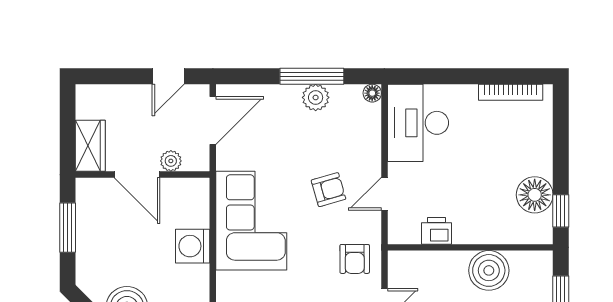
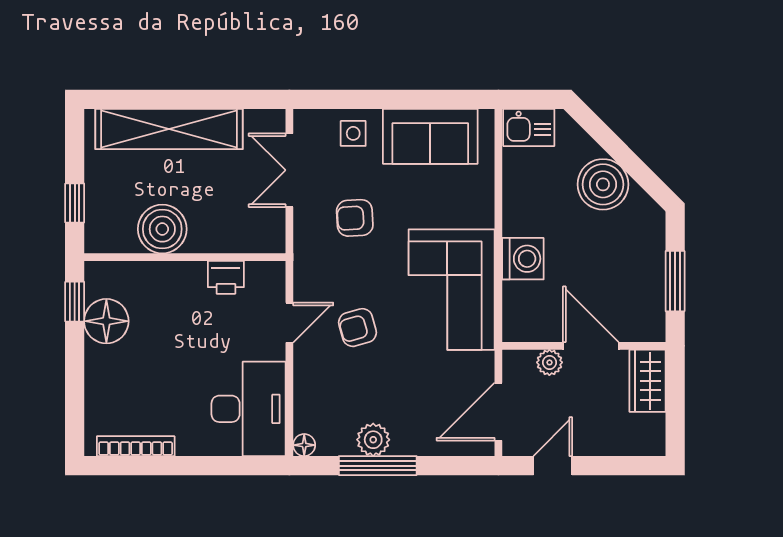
armchair: (355, 259) -> (355, 218), moved, turned -93

